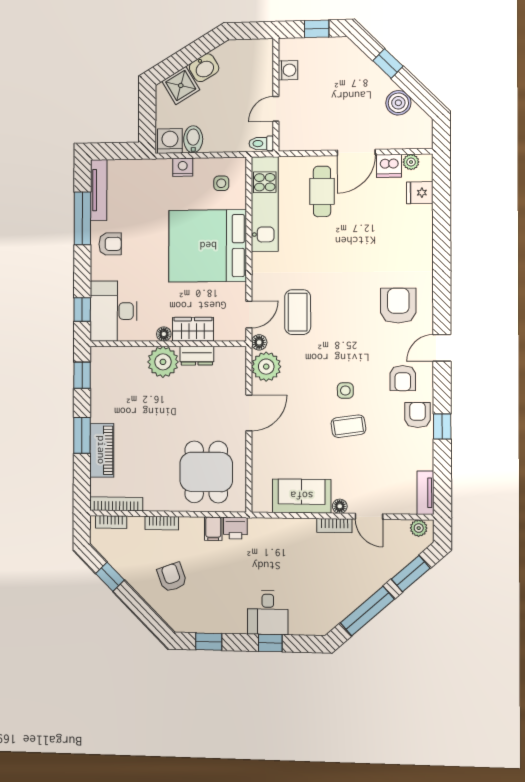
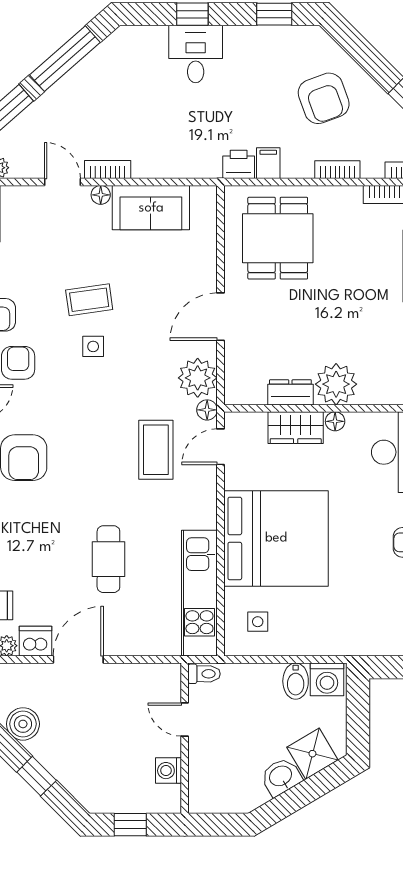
door: (276, 109) -> (185, 719), swing flipped
nightstand: (183, 167) -> (310, 644), removed
cafe table: (322, 191) -> (108, 559), moved
armchair: (172, 577) -> (324, 98), width x1.38, depth x1.38

